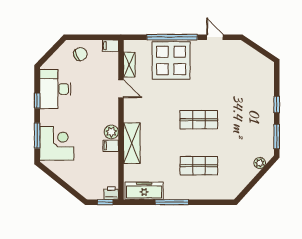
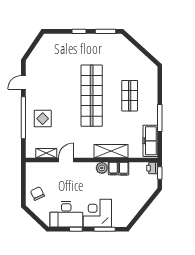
filing cabinet: (110, 46) -> (124, 169), moved
display table: (171, 60) -> (43, 119), width x0.54, depth x0.54
shop shelf: (199, 120) -> (92, 96), width x2.00, depth x1.36
corner desk: (57, 143) -> (97, 213), moved
plant: (260, 163) -> (127, 45), removed

